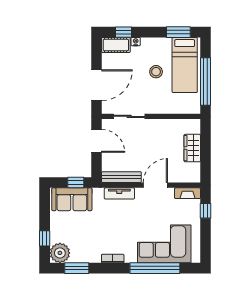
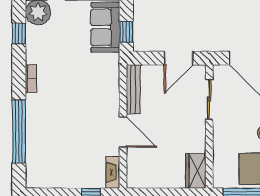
wardrobe: (192, 148) -> (196, 171), moved, turned -90
tv unit: (119, 193) -> (113, 87), removed
corner sofa: (164, 244) -> (49, 143), removed
window: (77, 268) -> (19, 33), width x0.67

